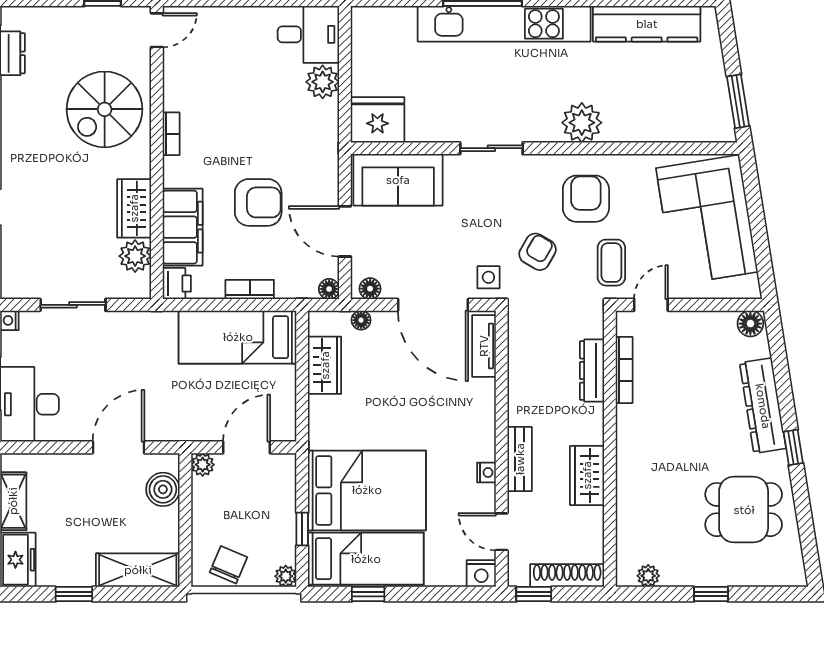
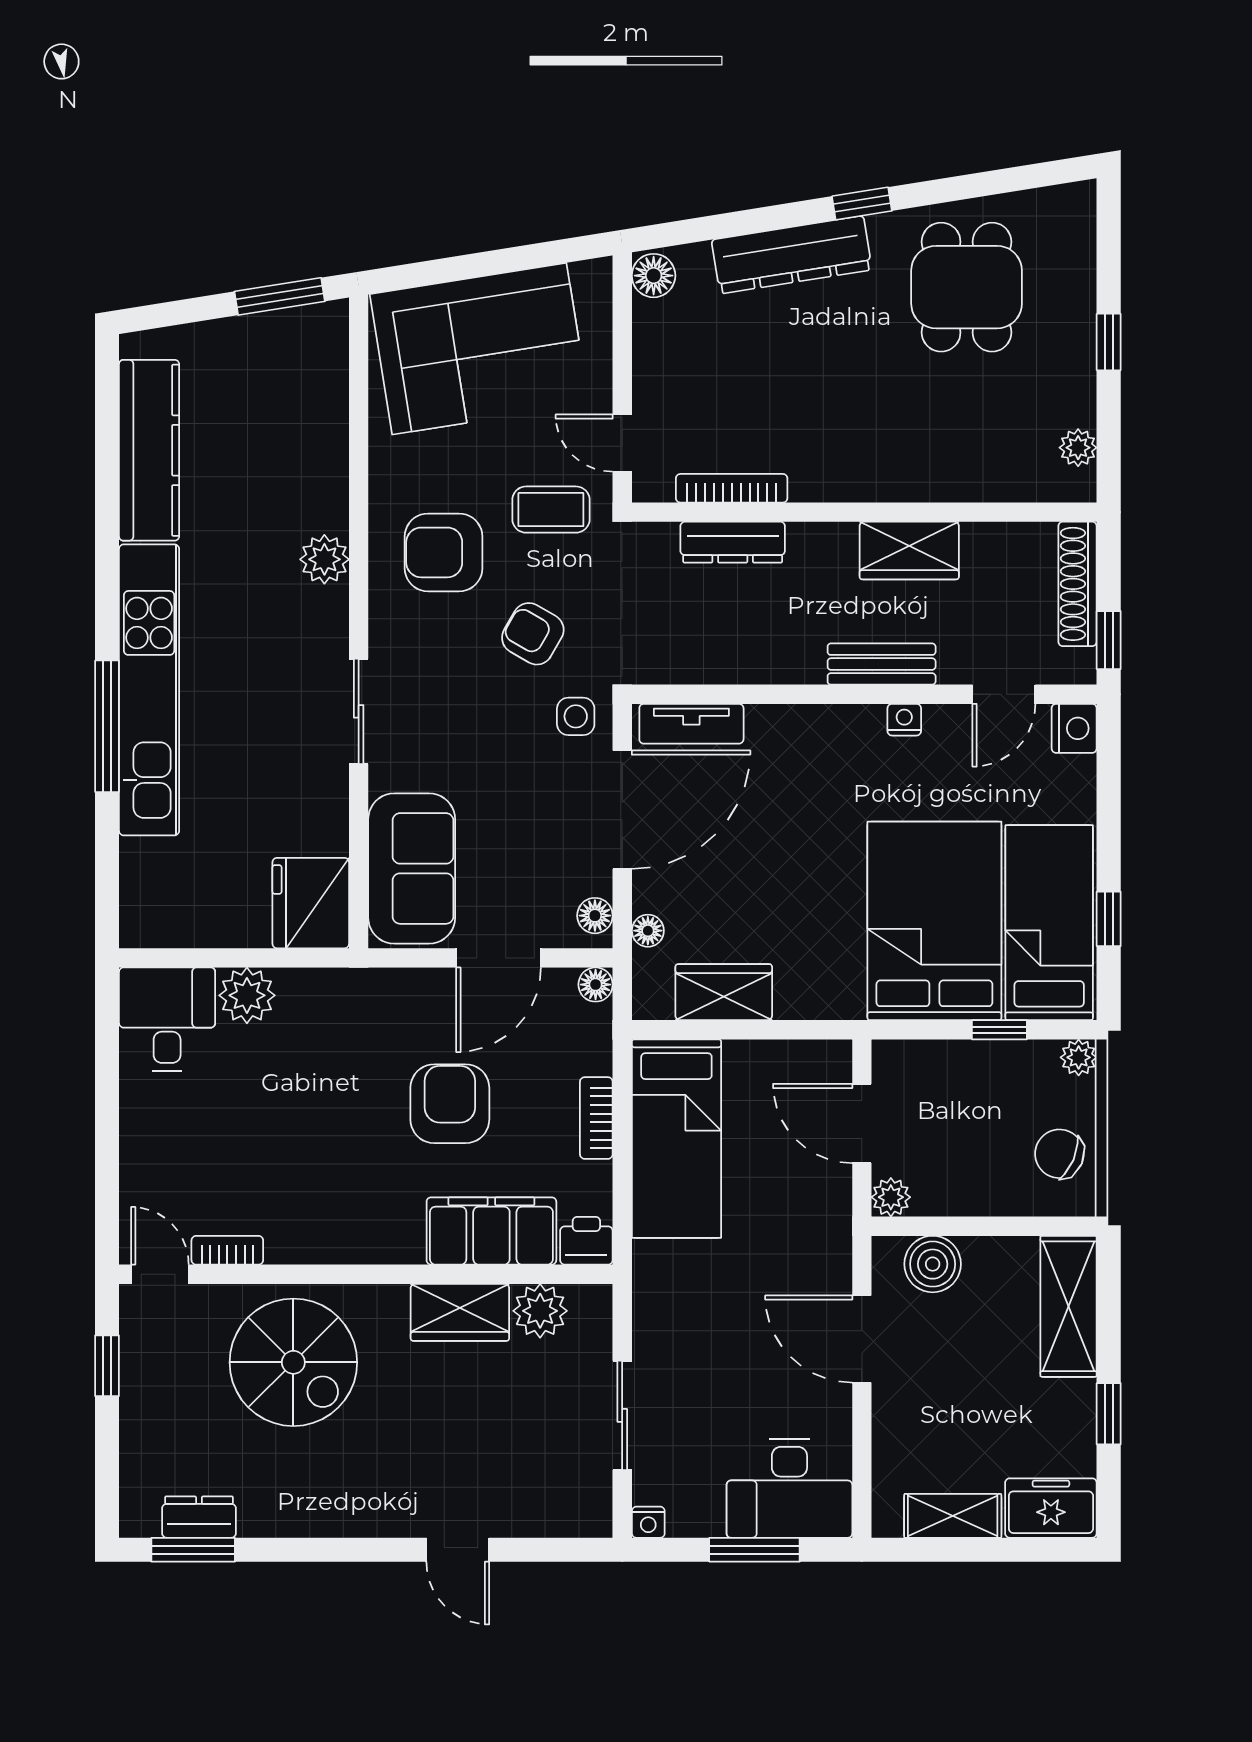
plant: (582, 123) -> (324, 559), width x0.73, depth x0.73
bookcase: (171, 134) -> (227, 1250), moved

